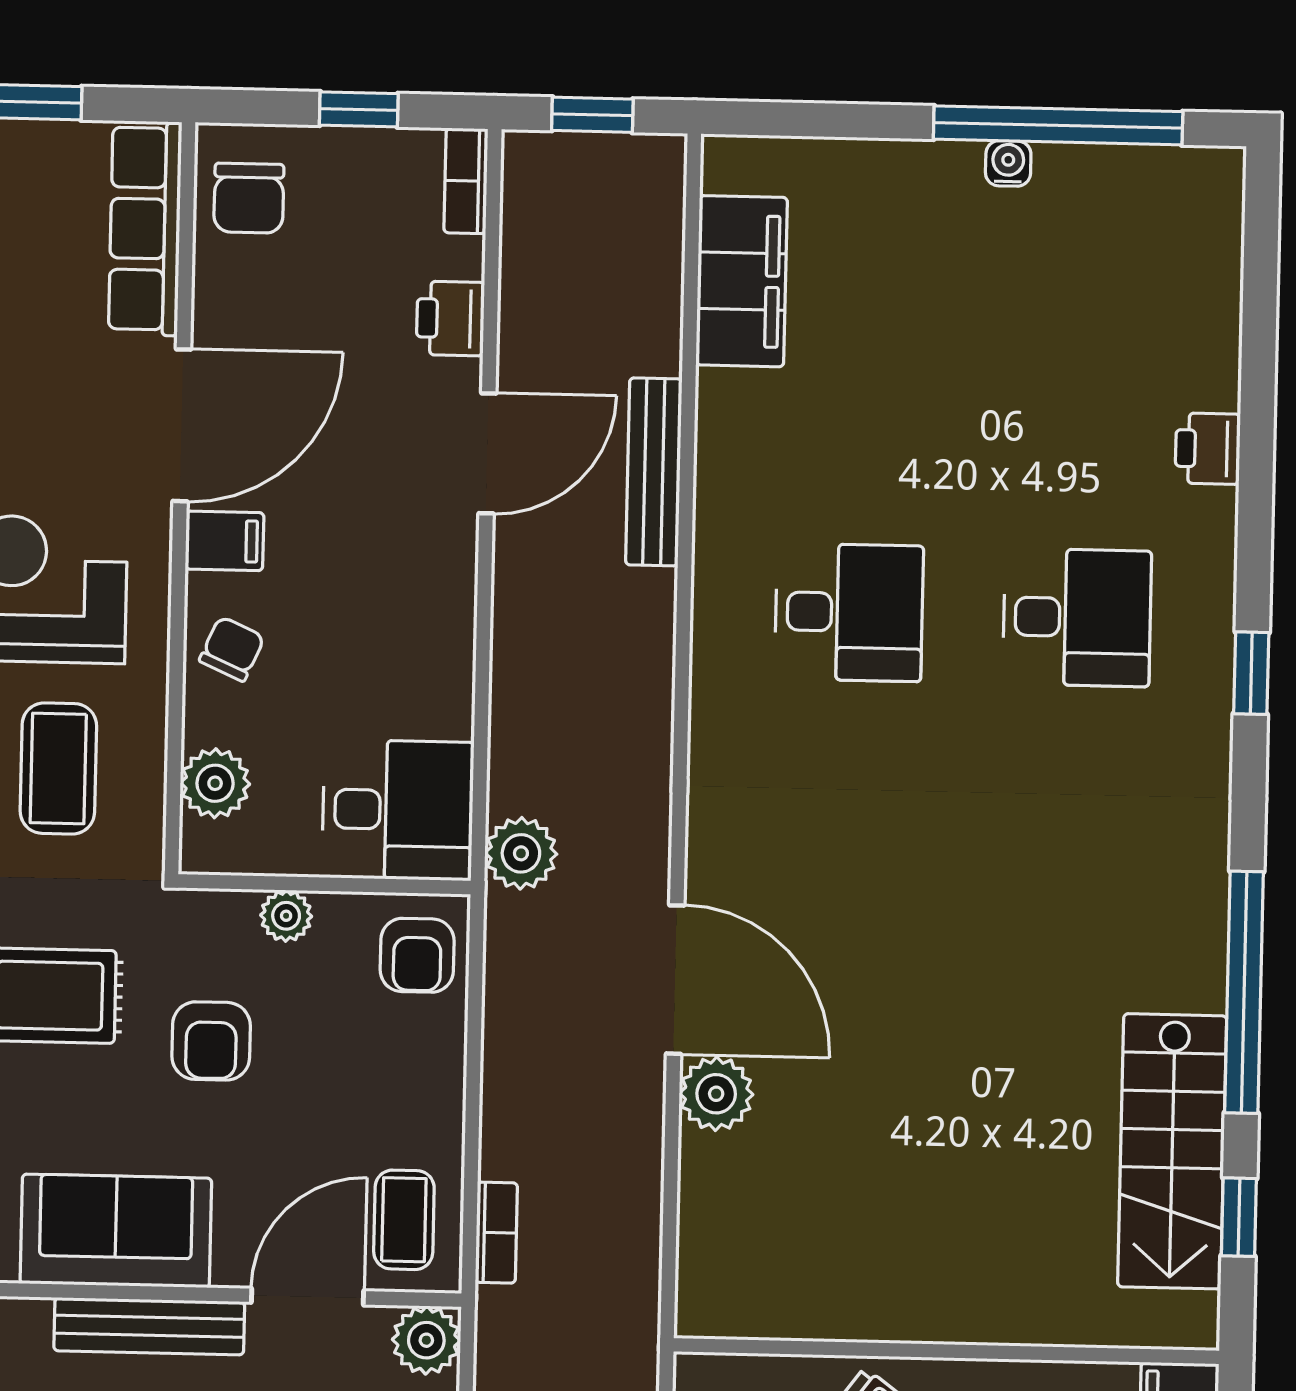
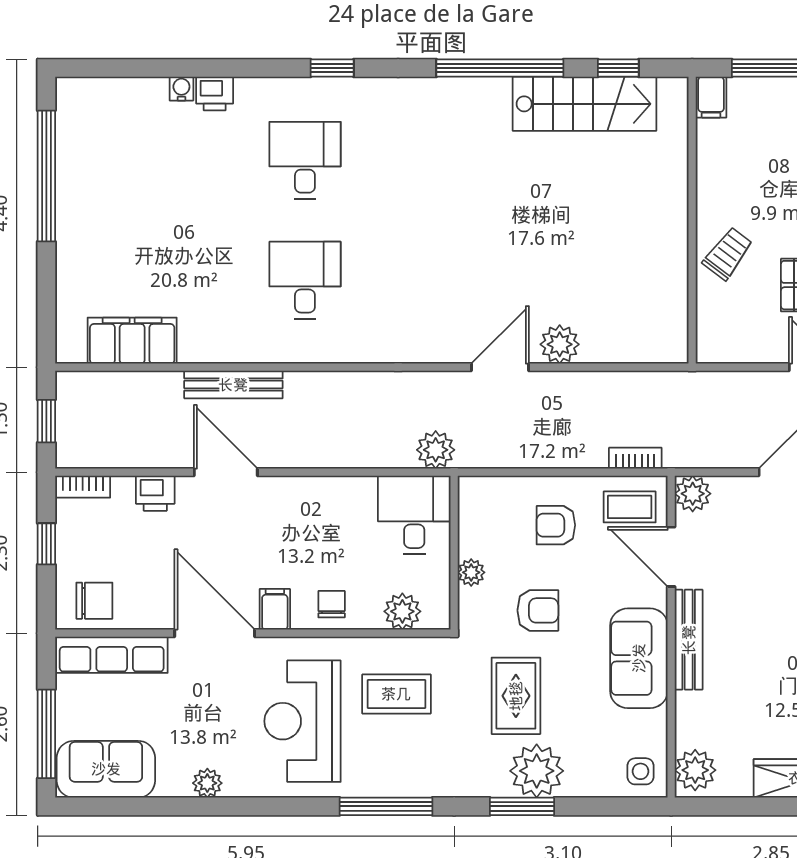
water cooler: (1008, 163) -> (181, 89), moved, turned 90
chair: (232, 649) -> (332, 604), turned 66
armchair: (417, 955) -> (556, 525), moved, turned 180
door: (675, 980) -> (500, 367), width x0.73

